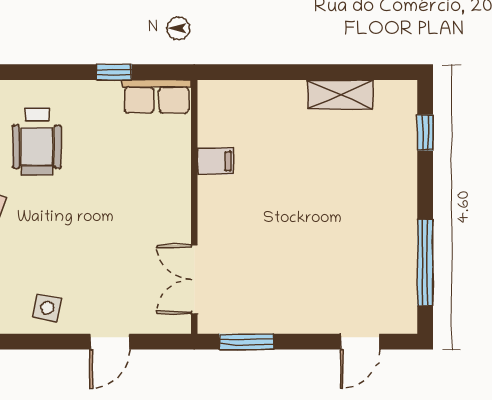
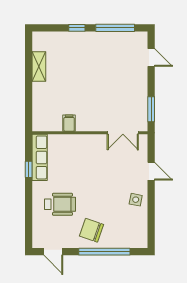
row of seats: (157, 96) -> (40, 157), width x1.48
window: (425, 133) -> (77, 28), moved

